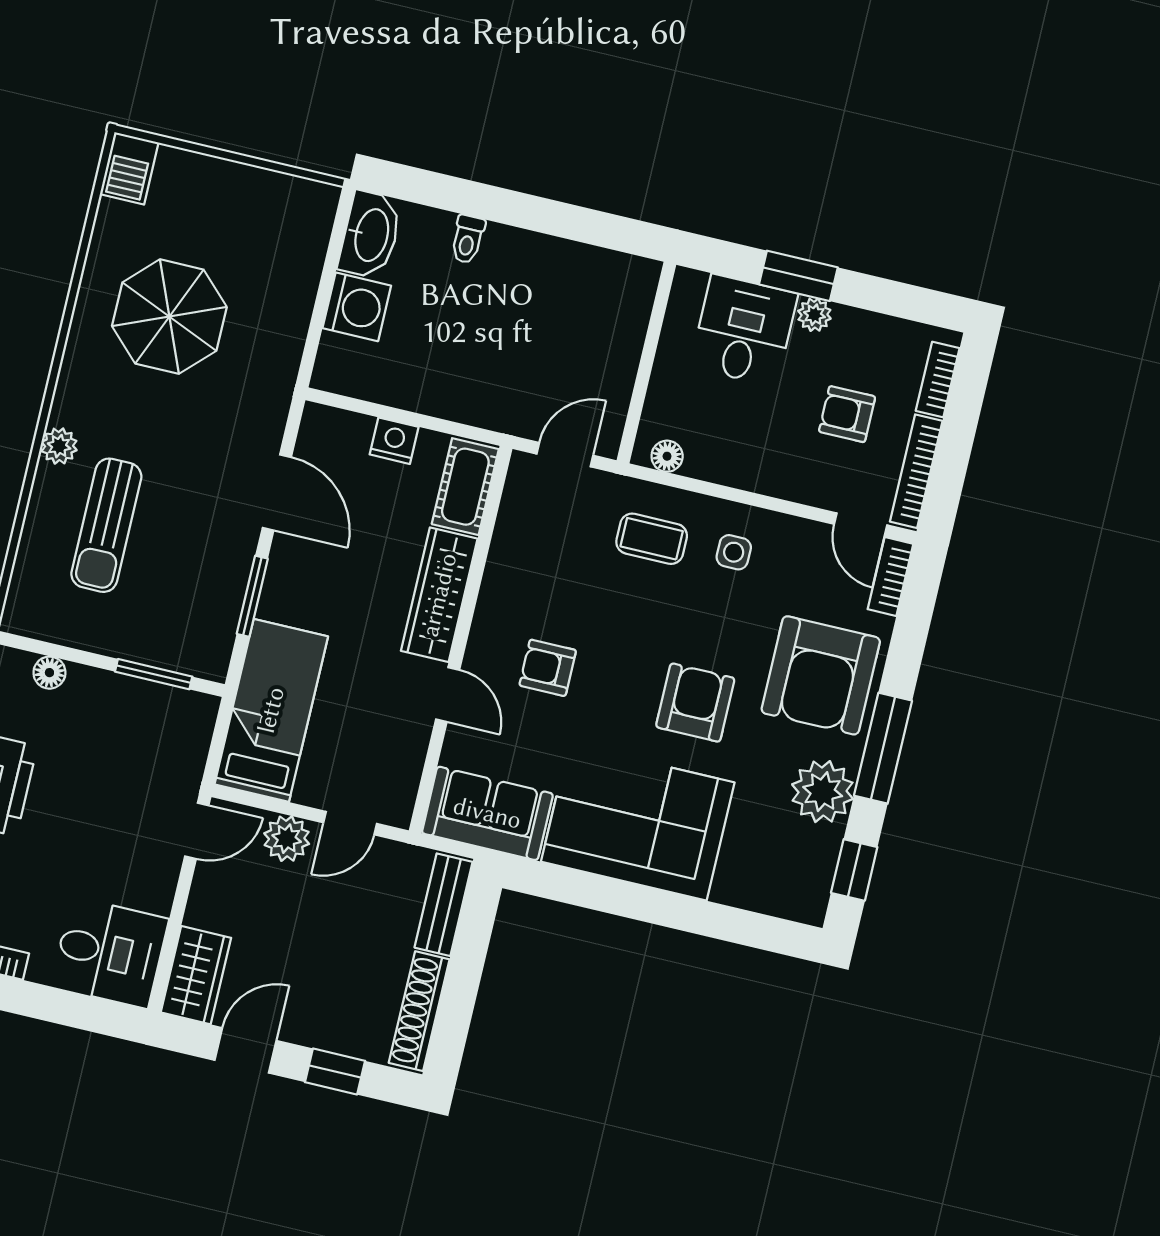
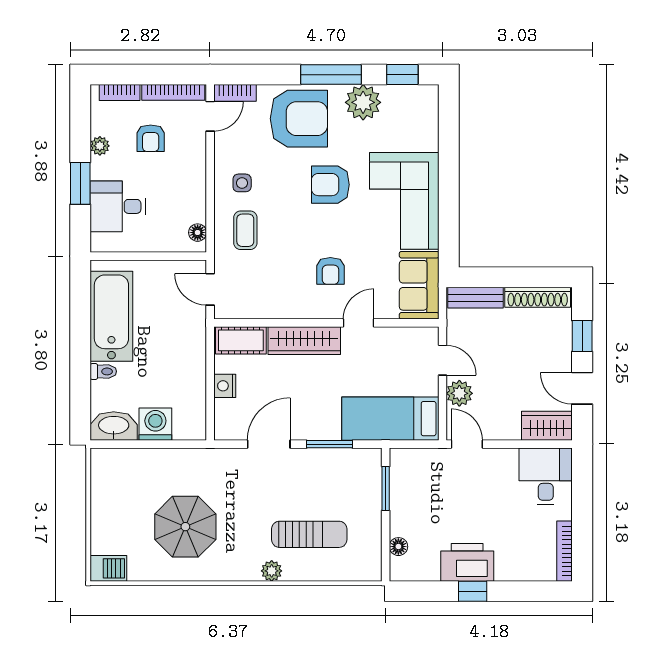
bathtub: (559, 275) -> (111, 316), added
plant: (814, 315) -> (100, 146), moved

